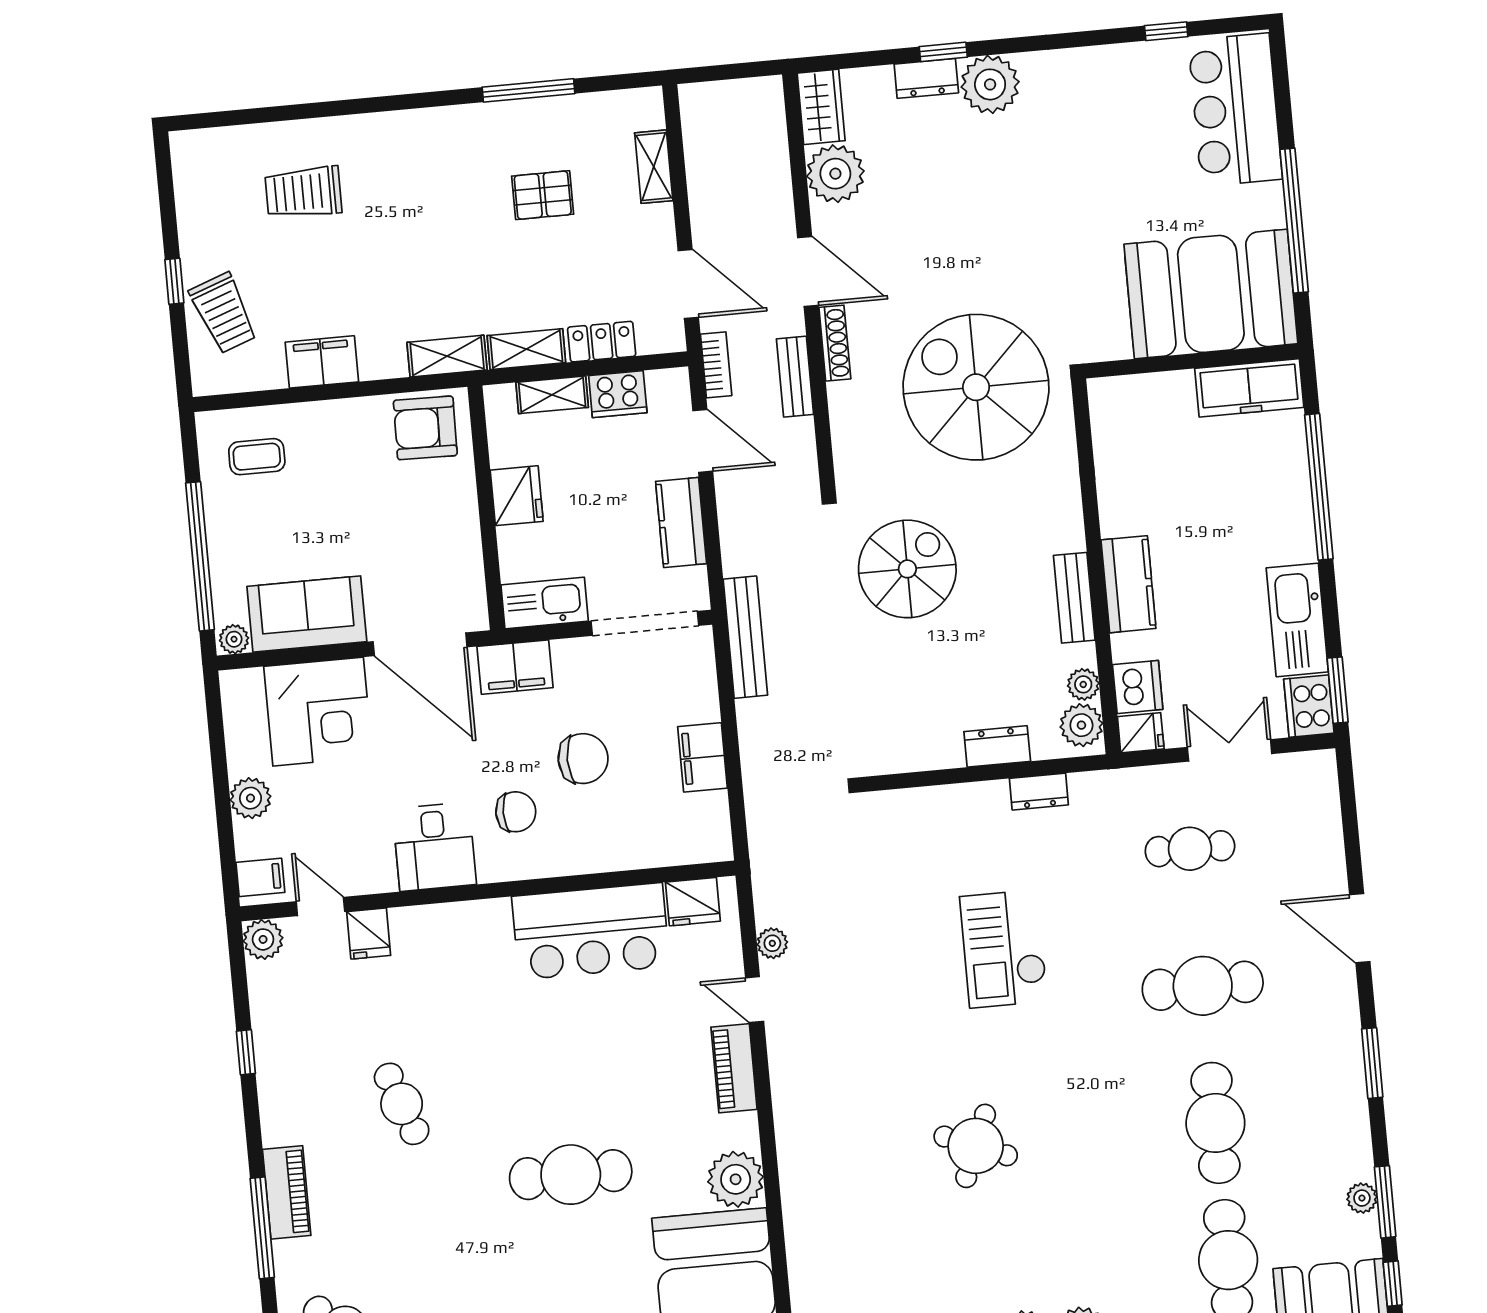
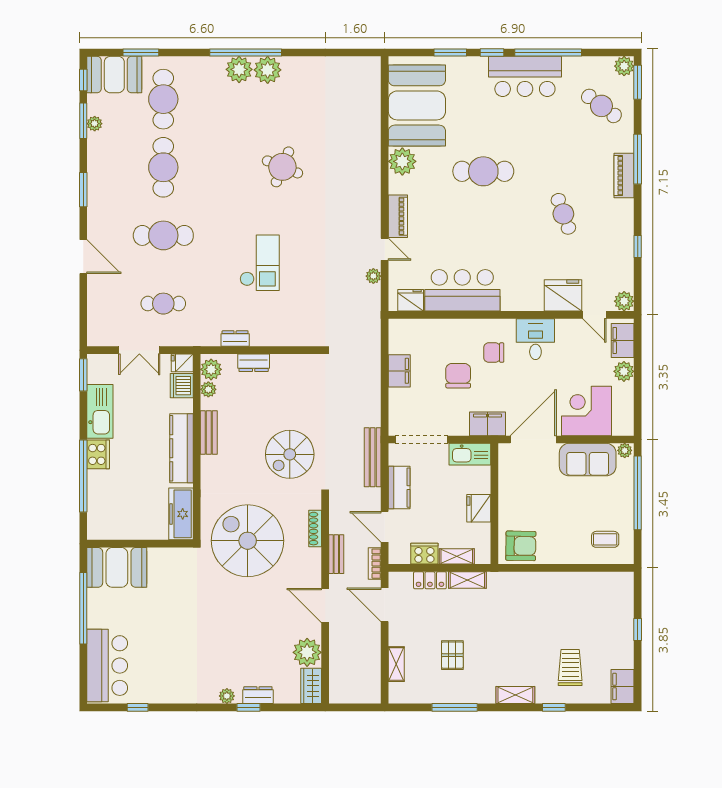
plant: (990, 84) -> (227, 696), width x0.53, depth x0.53
window: (329, 109) -> (554, 707), added
trolley: (303, 192) -> (570, 667), turned -90
pallet: (543, 195) -> (452, 655), turned 90
booth: (1211, 294) -> (117, 567), width x0.73, depth x0.70
trolley: (224, 313) -> (615, 612), removed
shoe rack: (835, 343) -> (315, 529), moved
shelving: (447, 356) -> (515, 695), moved
filing cabinet: (322, 362) -> (623, 687), moved, turned 90
spiral stairs: (976, 387) -> (248, 541), turned 180
freezer: (1249, 388) -> (181, 514), moved, turned -90
kitchen counter: (1128, 584) -> (181, 448), width x1.50
bench: (745, 637) -> (373, 457), moved
door: (420, 644) -> (533, 439), hinge flipped
cooker: (1309, 706) -> (98, 454), moved
chair: (583, 759) -> (458, 376), turned 90
filing cabinet: (260, 877) -> (623, 340), width x2.00
fridge: (369, 933) -> (563, 295), width x1.88, depth x1.34

